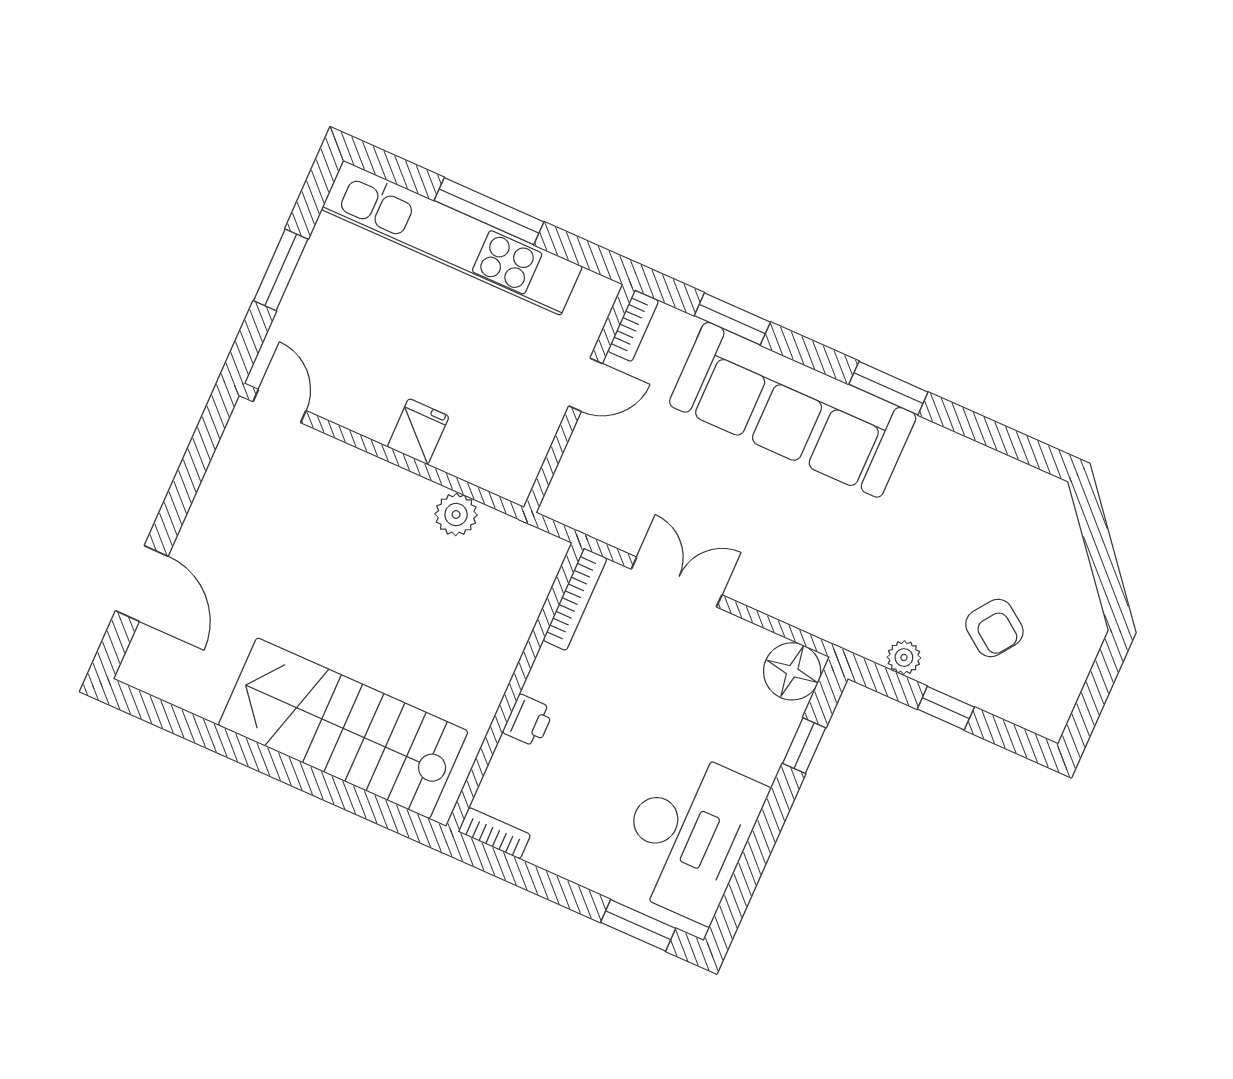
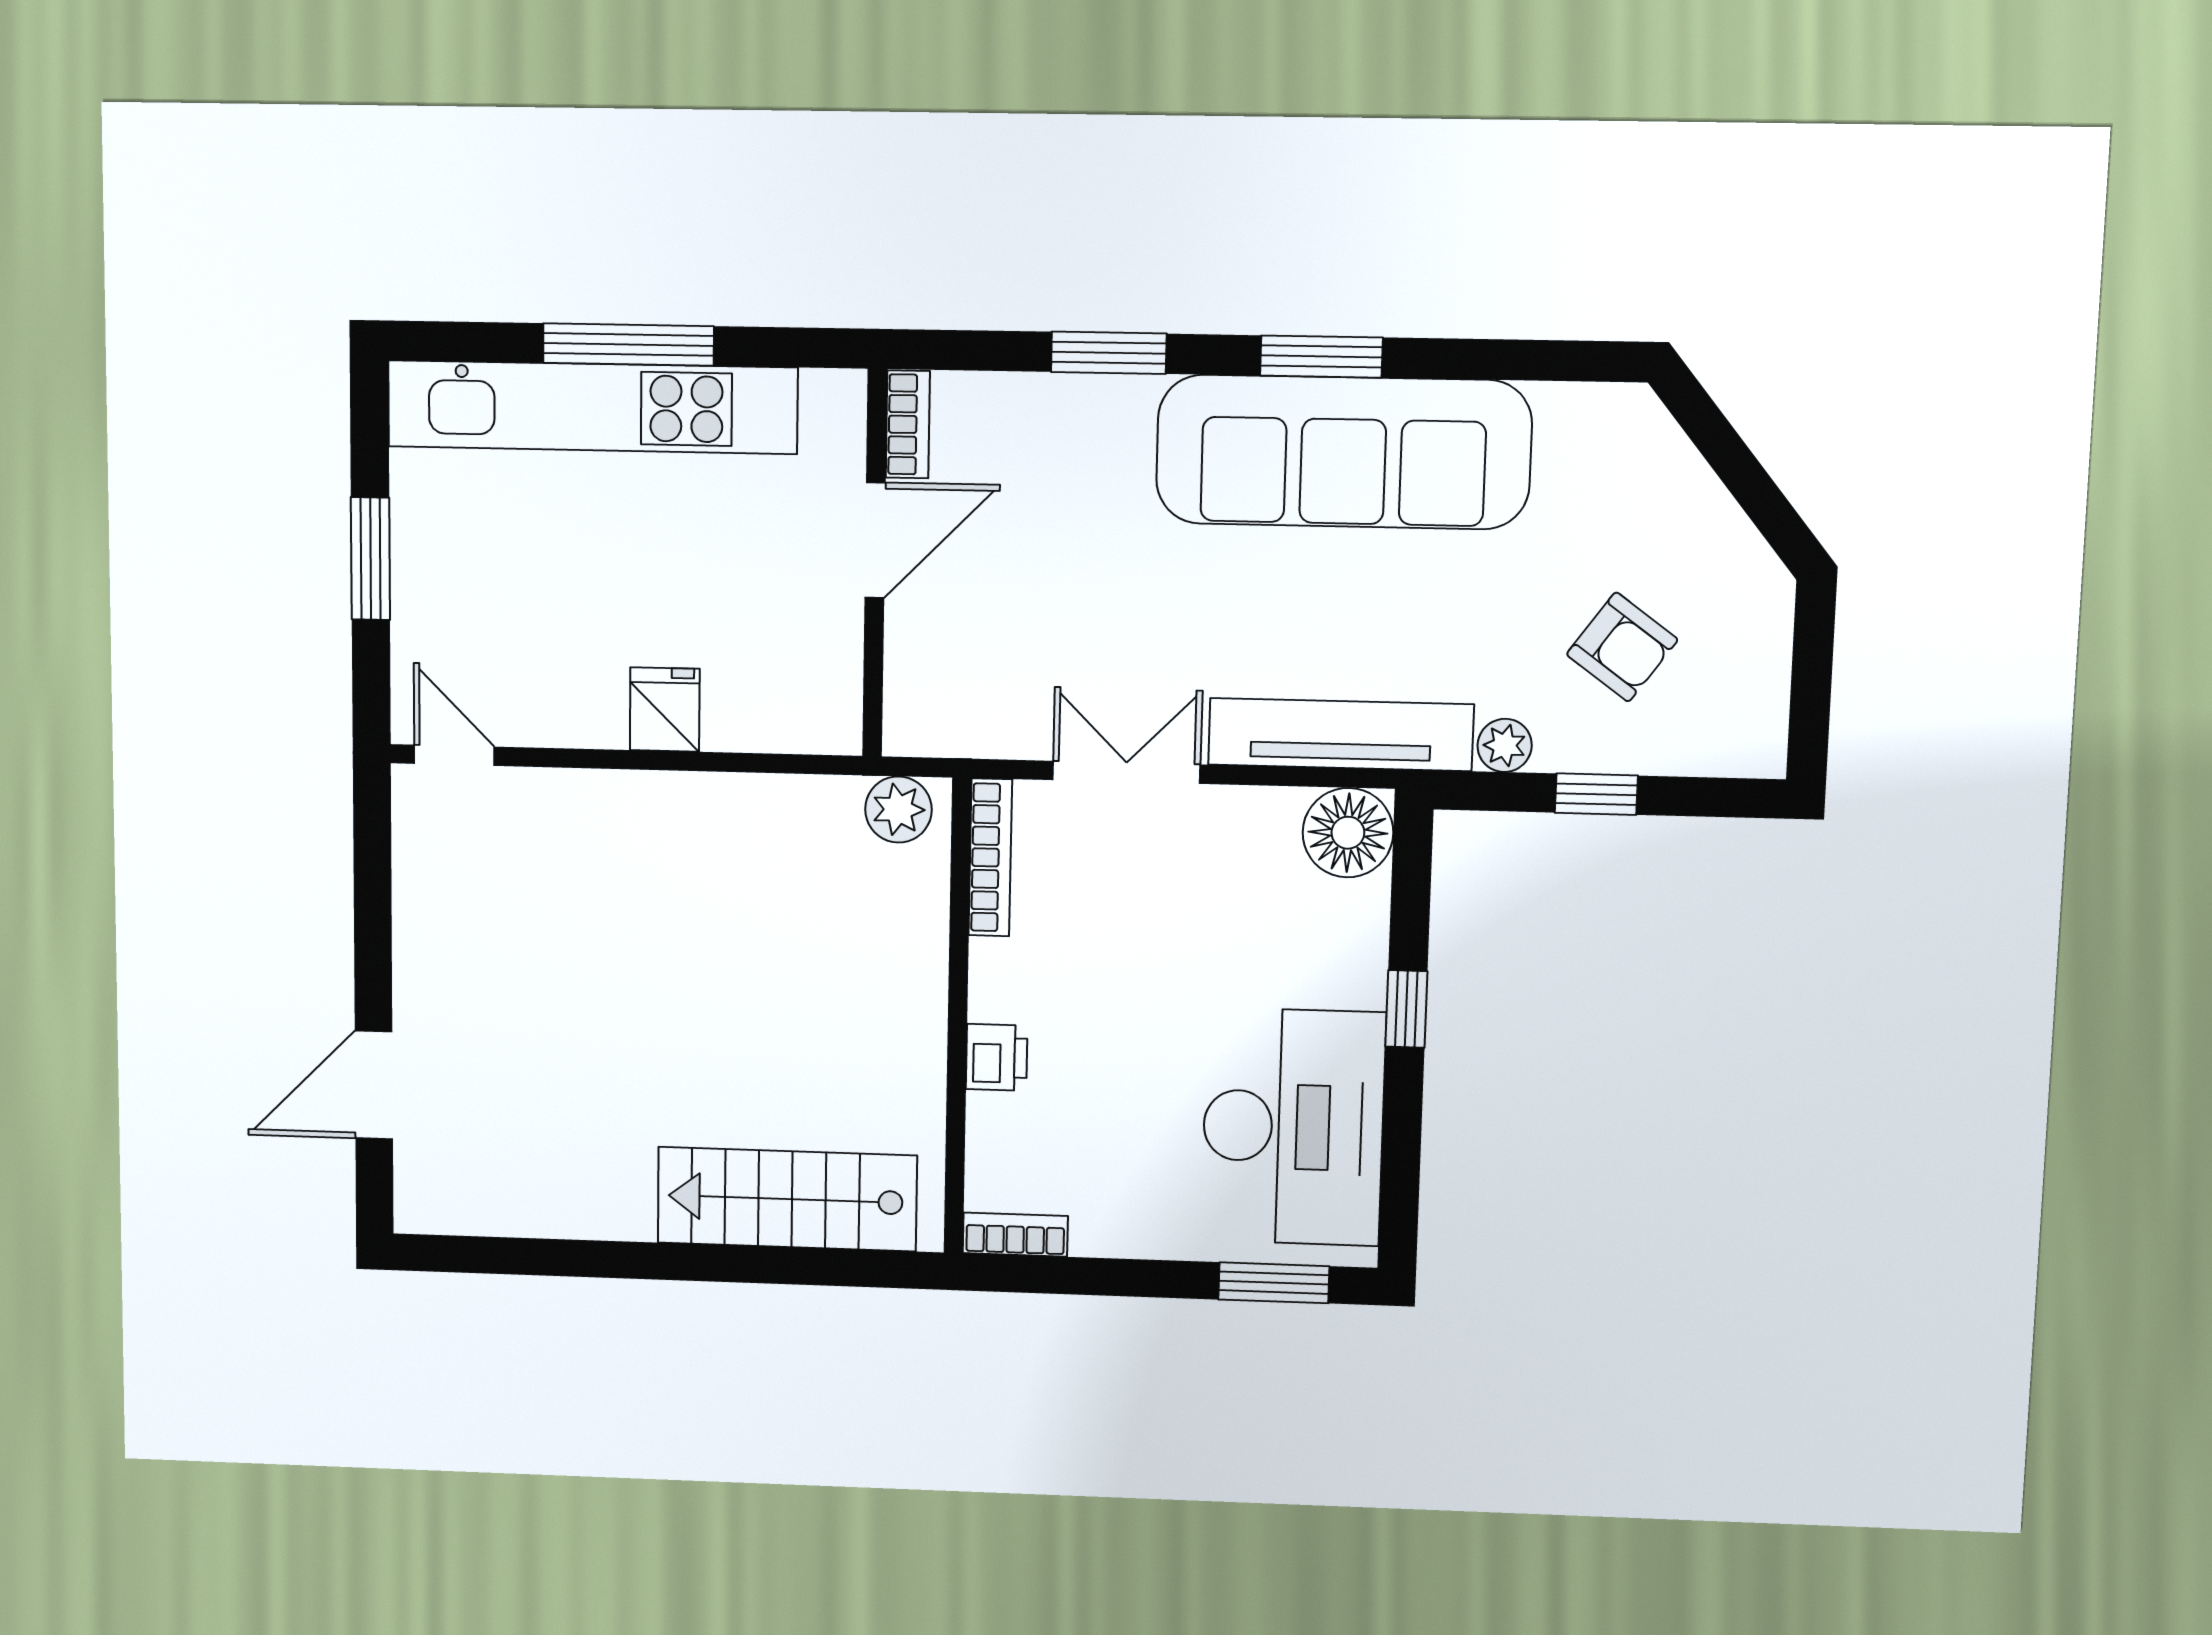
window: (732, 319) -> (1109, 353), moved
door: (586, 385) -> (875, 540), width x1.38
sofa: (793, 410) -> (1343, 452), moved
plant: (456, 515) -> (898, 810), moved
door: (142, 583) -> (374, 1085), swing flipped
tv unit: (811, 612) -> (1341, 735), added
stairs: (343, 728) -> (787, 1199), width x0.73, depth x0.66
window: (804, 746) -> (1406, 1009), moved

